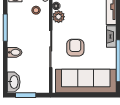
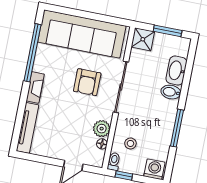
washbasin: (14, 82) -> (176, 71), moved
shower: (42, 86) -> (143, 39), added

